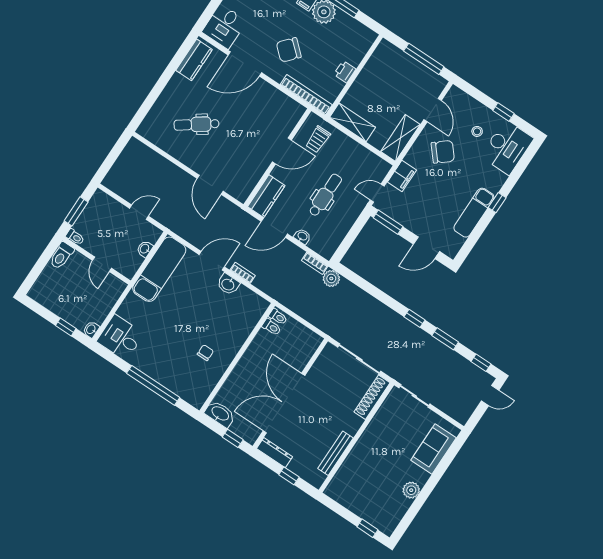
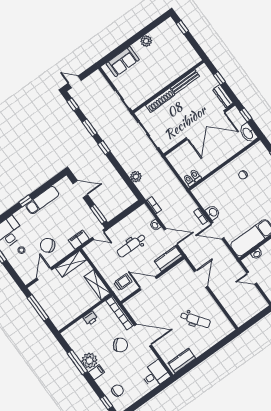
door: (245, 64) -> (143, 335), moved
plant: (331, 278) -> (136, 177), moved
shoe rack: (372, 397) -> (160, 100), moved

